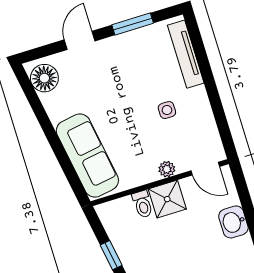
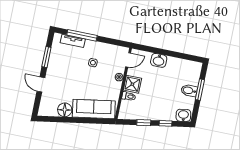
tv unit: (186, 54) -> (73, 41), width x0.71
window: (204, 65) -> (82, 35), added
floor lamp: (44, 78) -> (65, 110), moved

